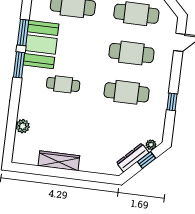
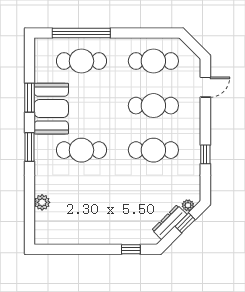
window: (19, 65) -> (29, 147), moved
cafe table: (63, 84) -> (81, 150), width x1.37, depth x1.35
wardrobe: (59, 161) -> (87, 236), removed
window: (96, 177) -> (131, 249), added

